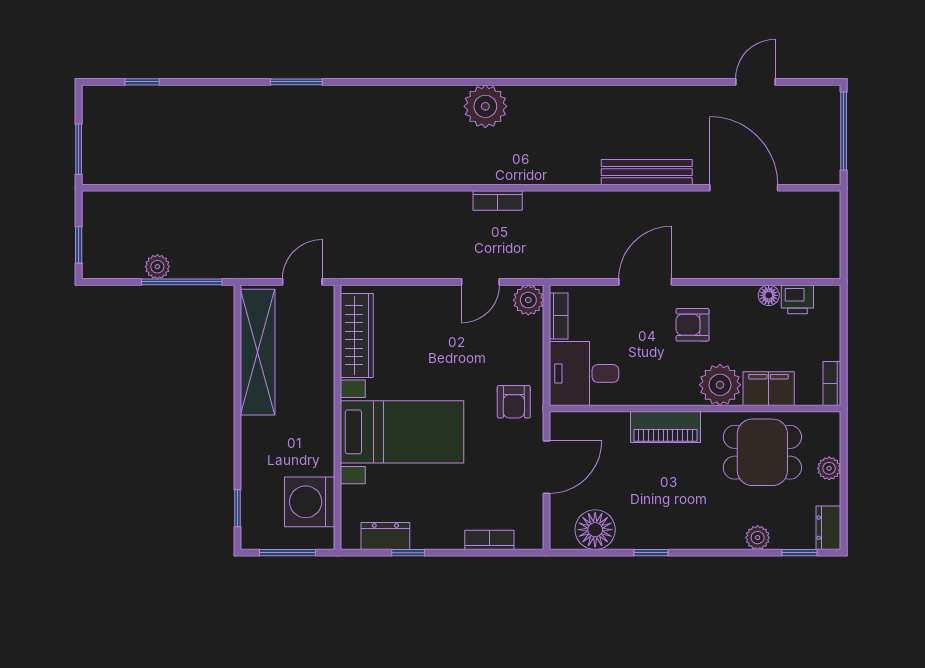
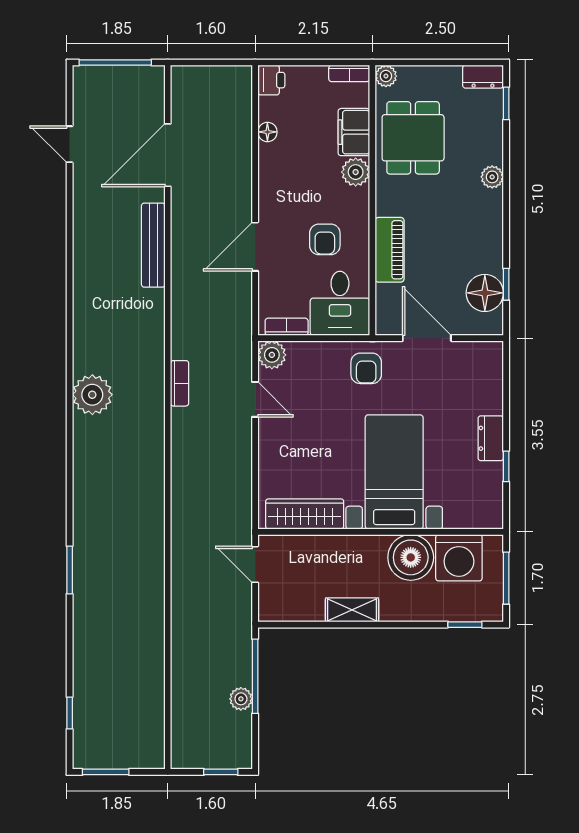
window: (79, 149) -> (106, 772), moved
door: (645, 282) -> (255, 247), hinge flipped
printer: (797, 299) -> (271, 80), moved
armchair: (693, 325) -> (325, 239), moved
shelving: (258, 352) -> (352, 610), width x0.45, depth x0.75
plant: (720, 385) -> (356, 172), width x0.73, depth x0.73
armchair: (514, 402) -> (366, 368), turned 90
piano: (666, 427) -> (390, 250), moved
boiler: (310, 450) -> (411, 557), added
plant: (829, 468) -> (386, 76), moved
dresser: (385, 536) -> (491, 438), moved
plant: (758, 538) -> (492, 177), moved
bookcase: (489, 540) -> (494, 391), removed
window: (651, 553) -> (506, 284), moved

